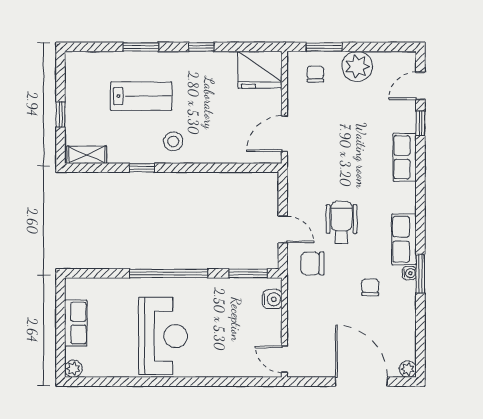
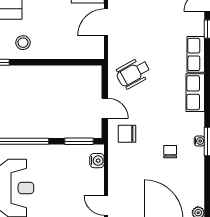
door: (284, 134) -> (106, 22), moved
wheelchair: (342, 222) -> (133, 73), moved, turned -119
row of seats: (404, 239) -> (195, 93), moved

